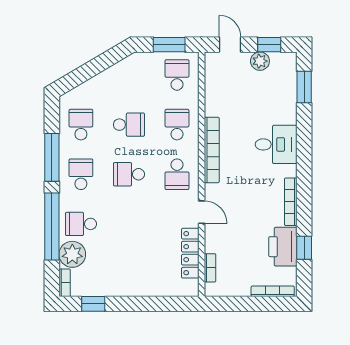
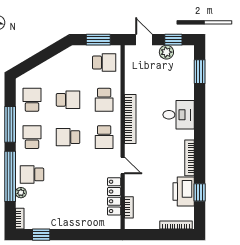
school desk: (177, 75) -> (104, 63), turned 90
school desk: (177, 125) -> (104, 100), turned 180
plant: (72, 254) -> (21, 193), width x0.53, depth x0.53

